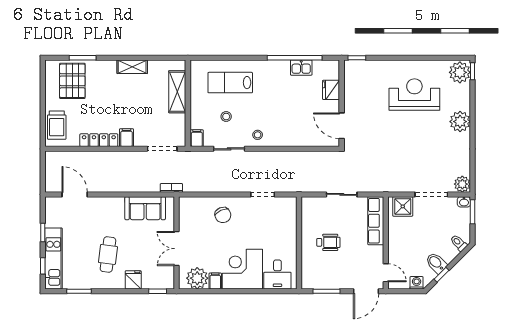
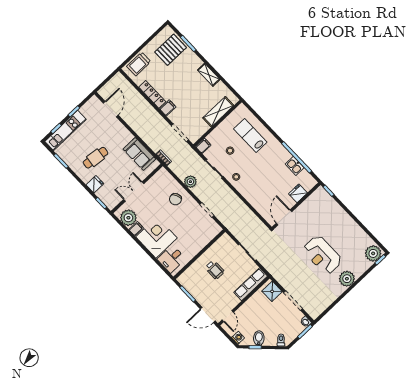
reception desk: (414, 95) -> (322, 255), moved, turned 180
plant: (462, 184) -> (190, 182), moved

